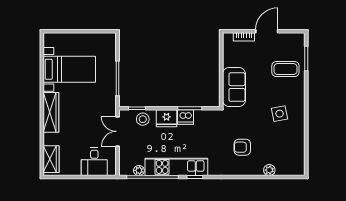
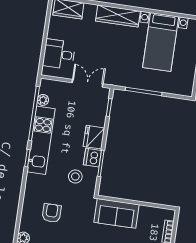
stool: (143, 119) -> (75, 176), moved

